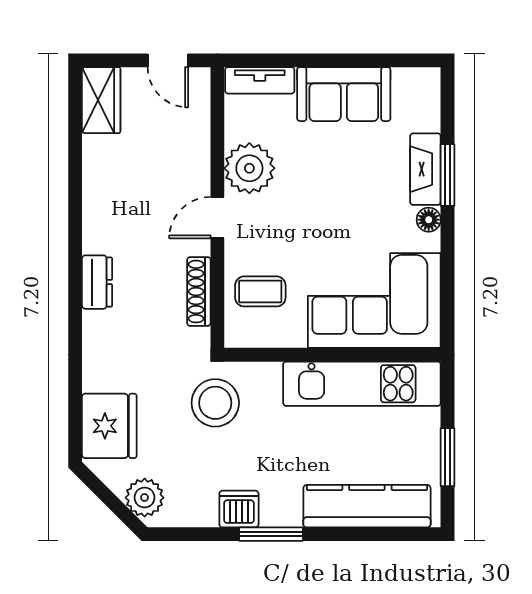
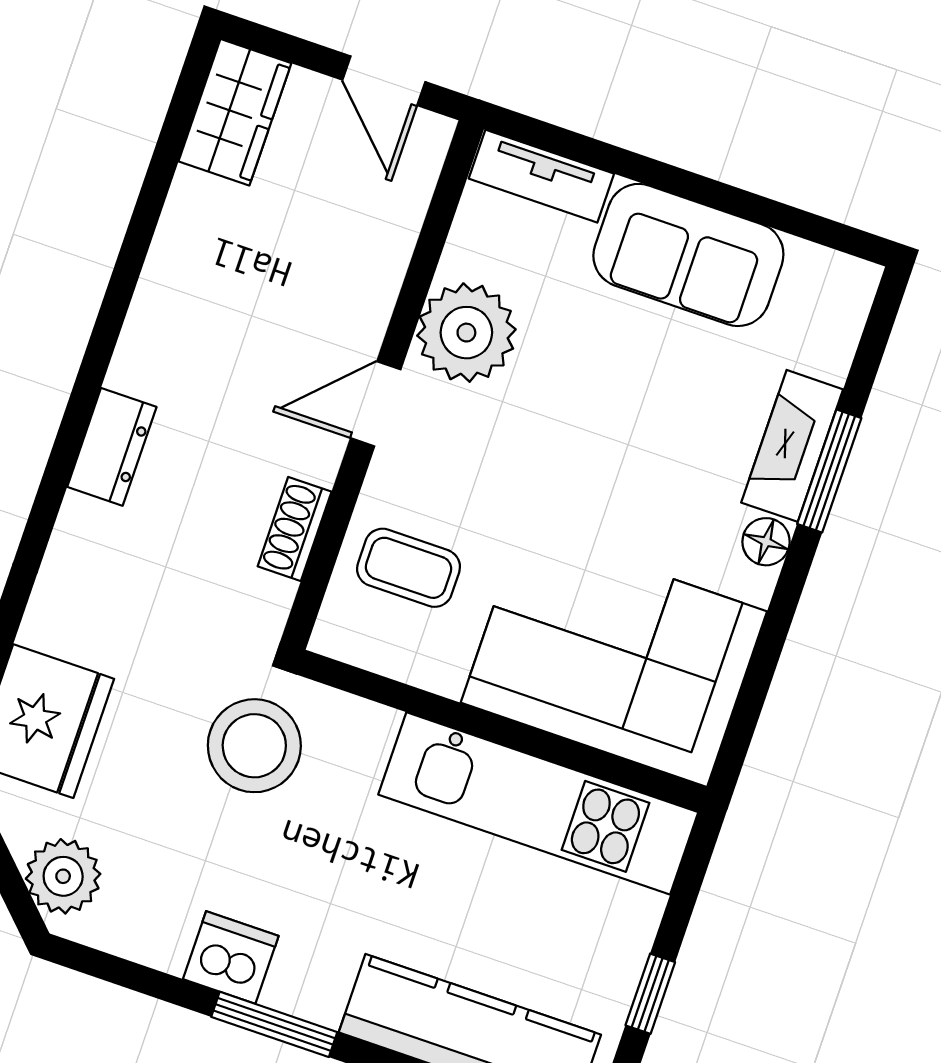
shoe rack: (199, 292) -> (295, 529), width x0.70
window: (448, 457) -> (650, 994), width x0.67

